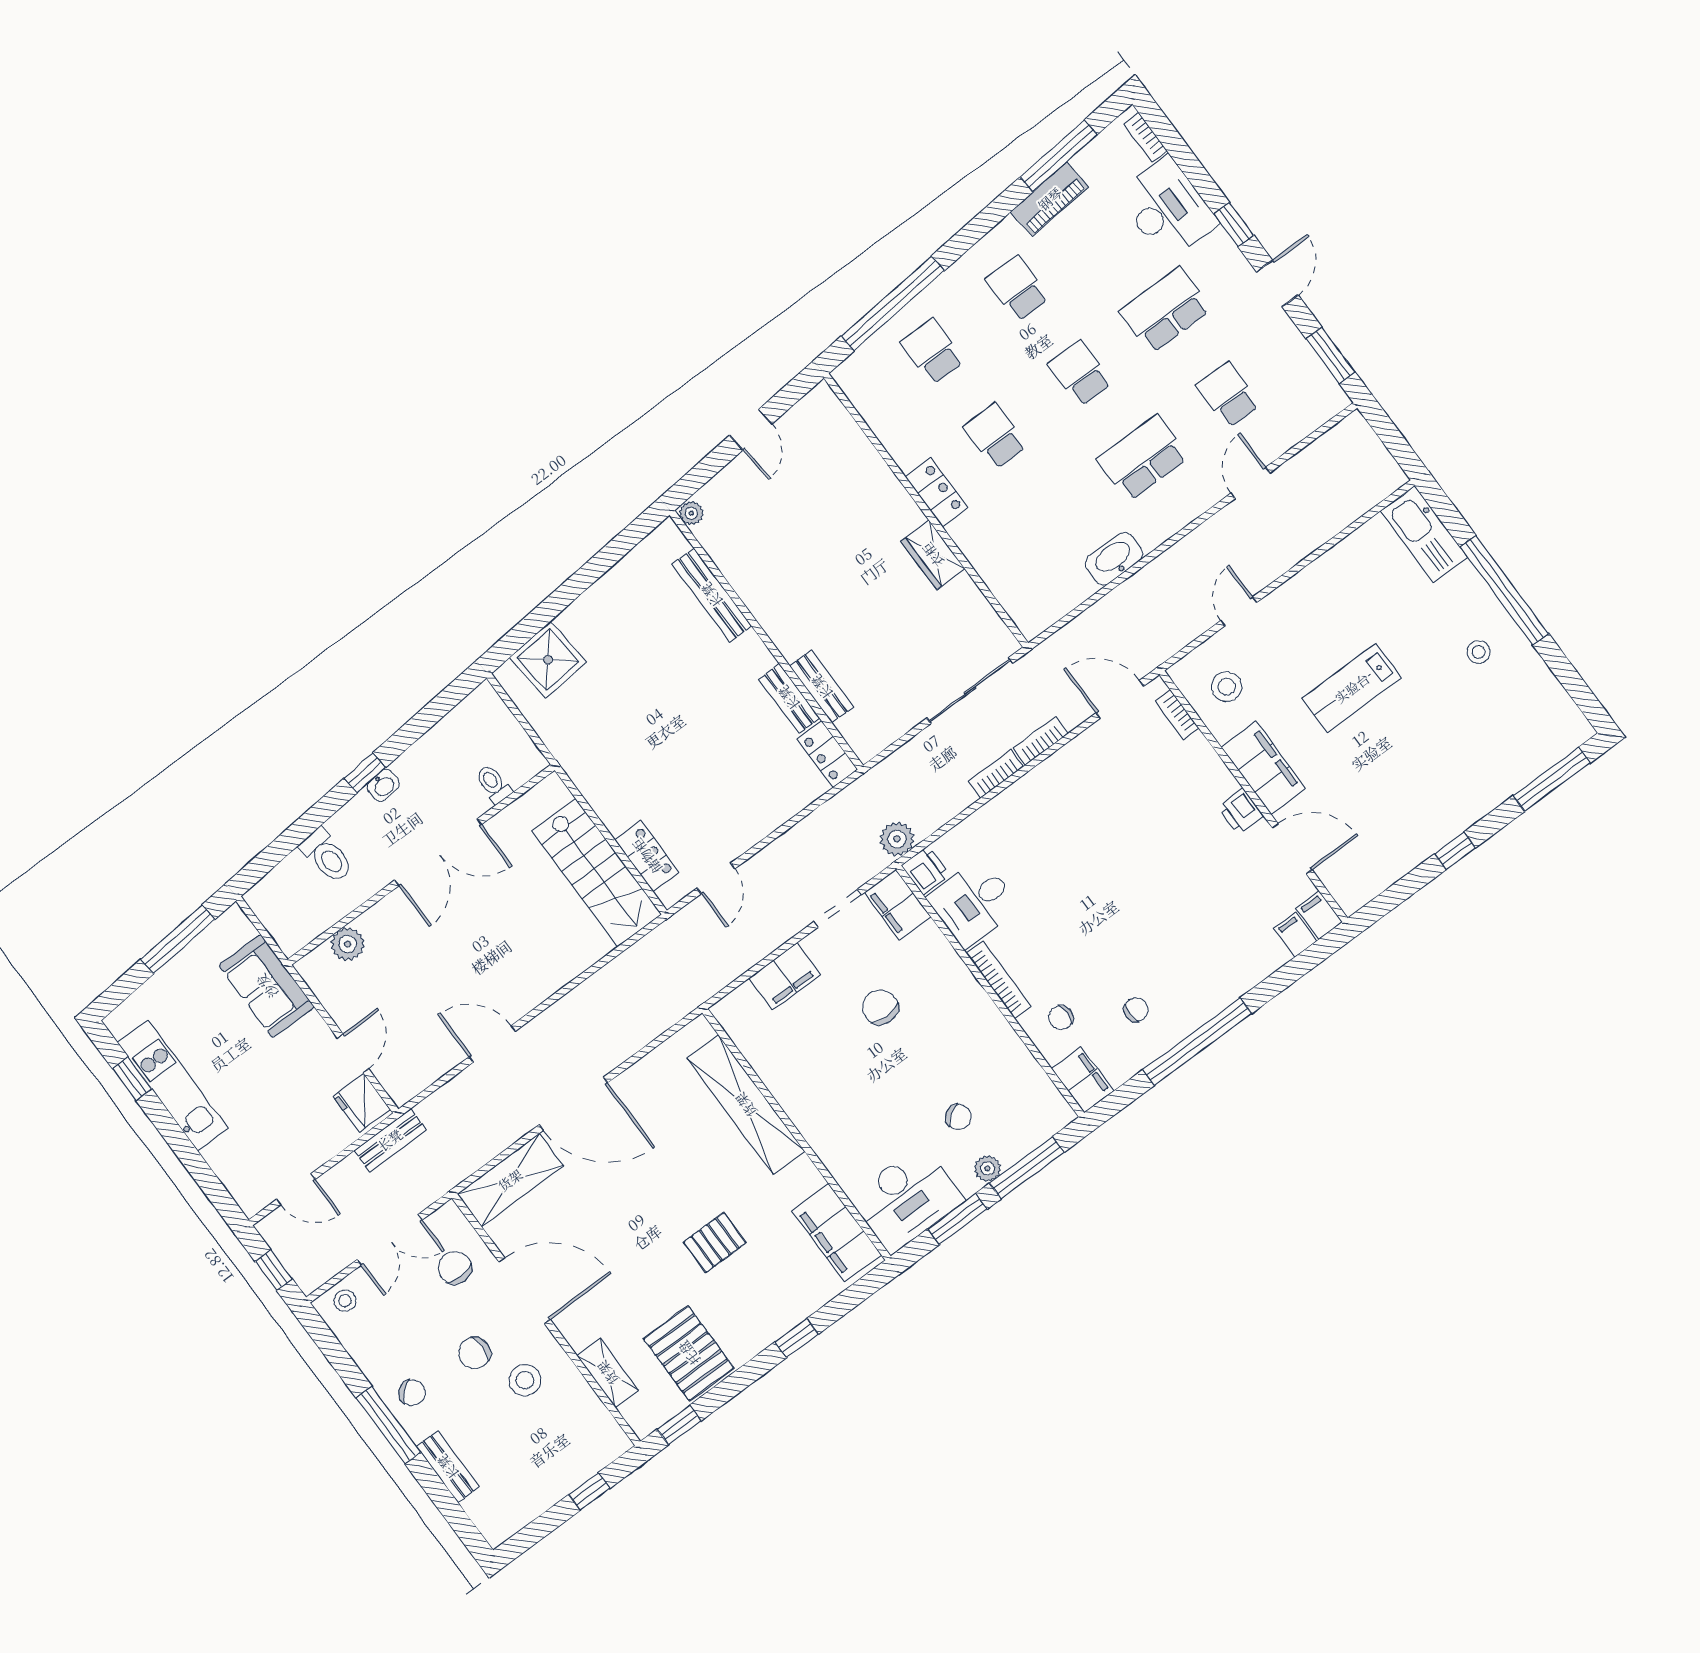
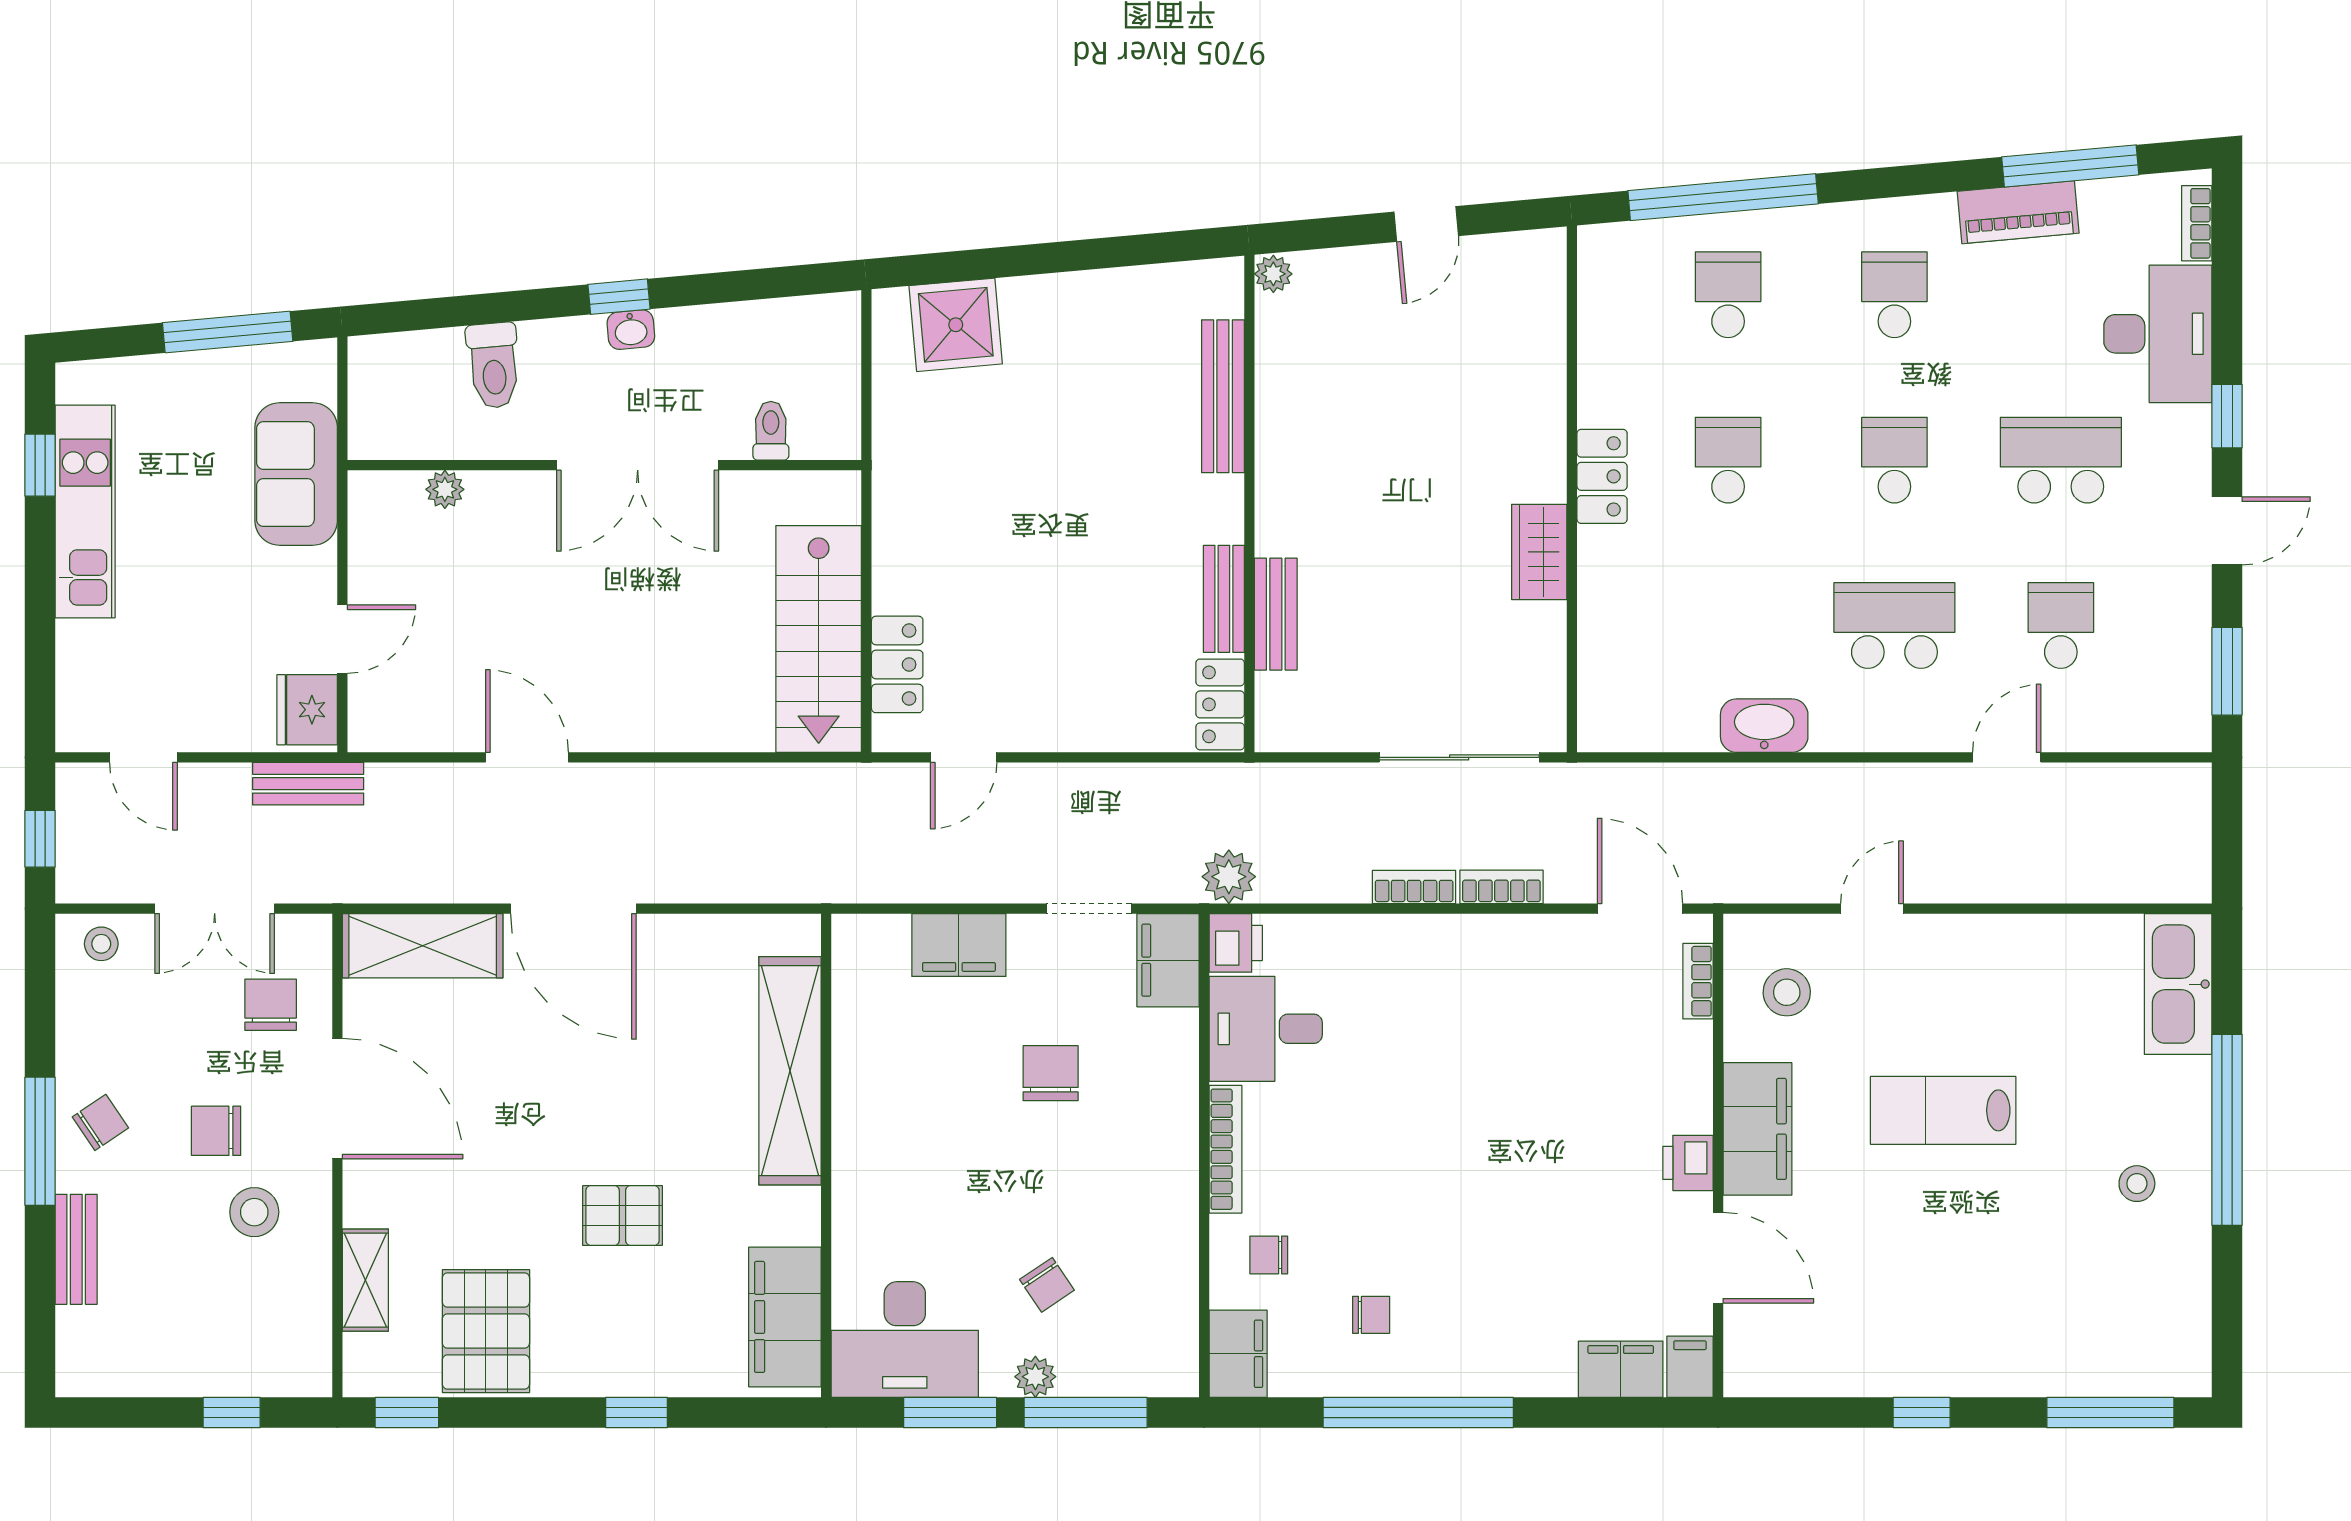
filing cabinet: (1295, 935) -> (1621, 1369), width x2.00
plant: (348, 944) -> (445, 489), width x0.73, depth x0.73
chair: (412, 1393) -> (100, 1122), turned -81

